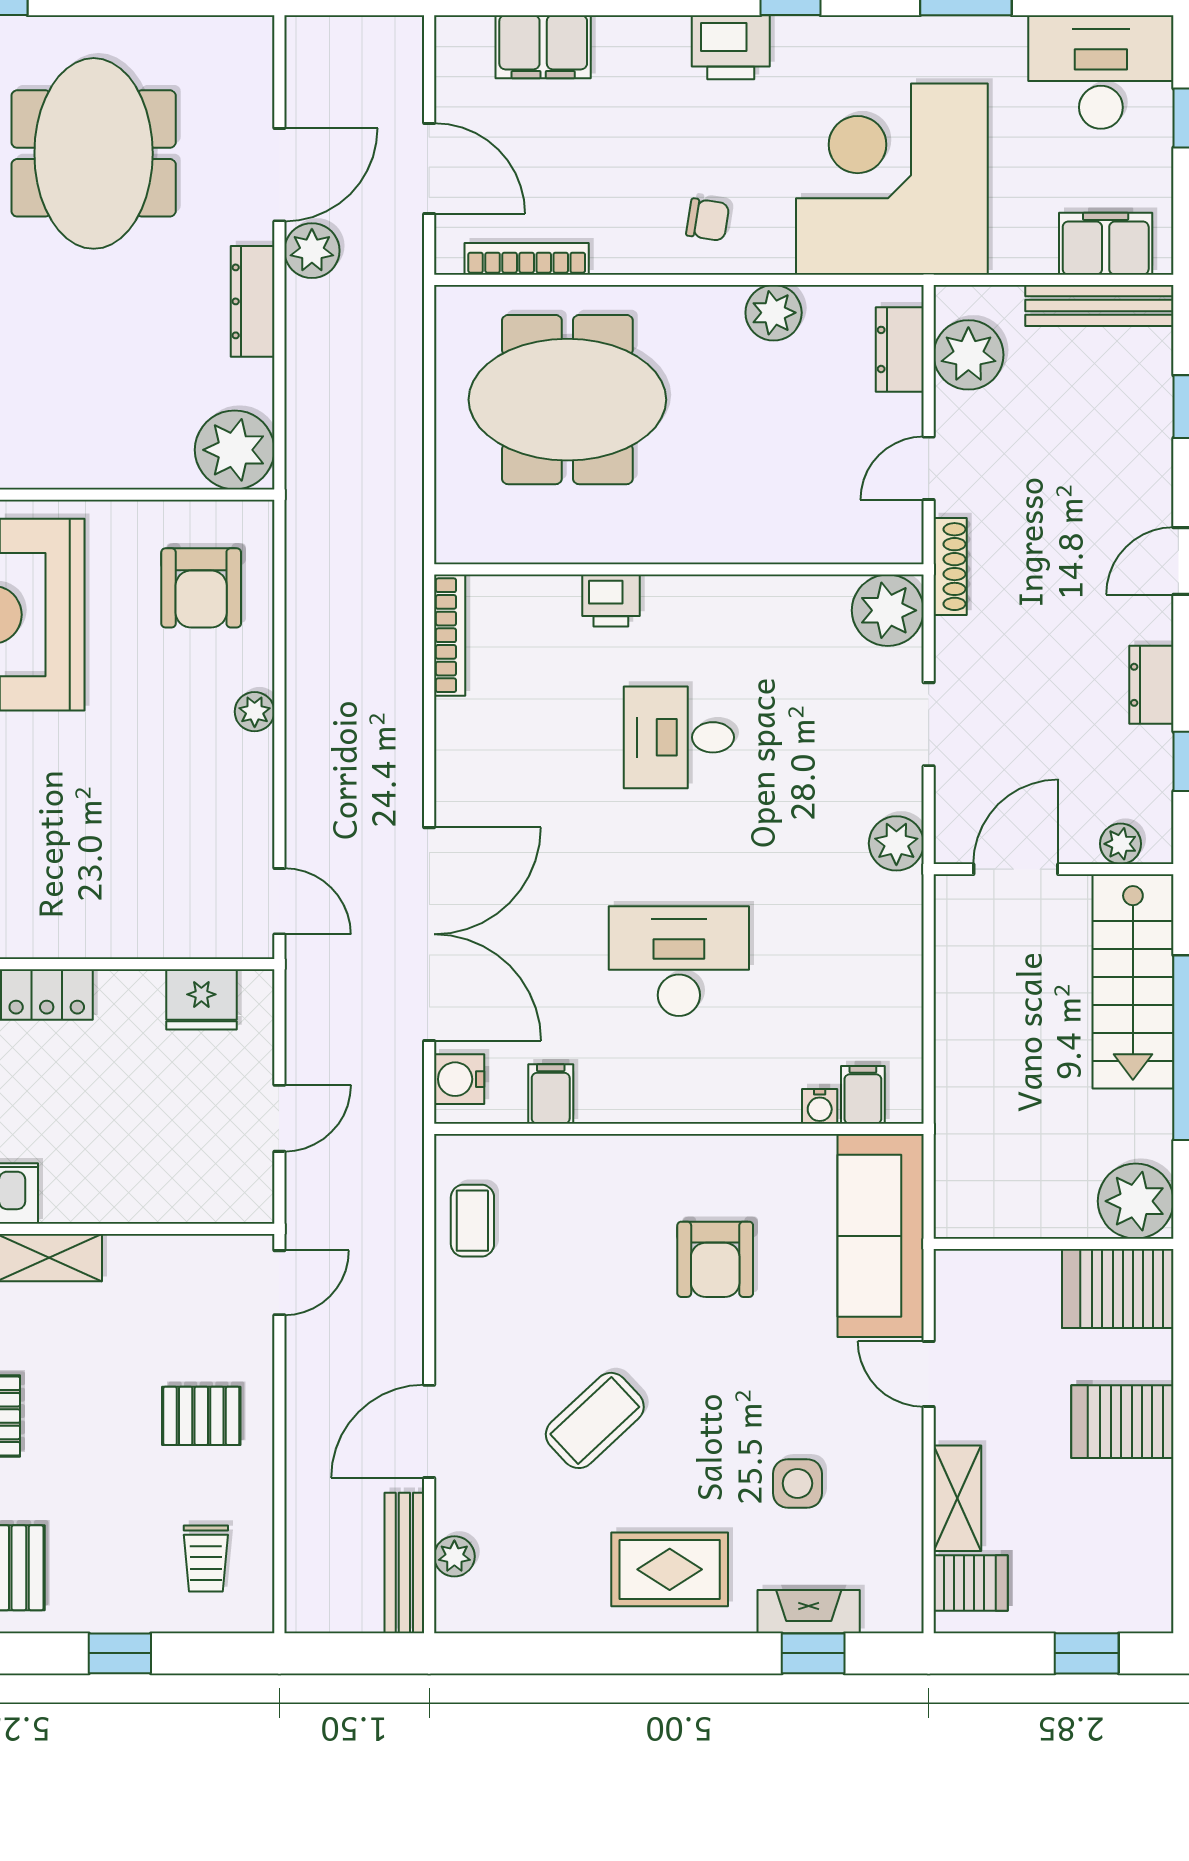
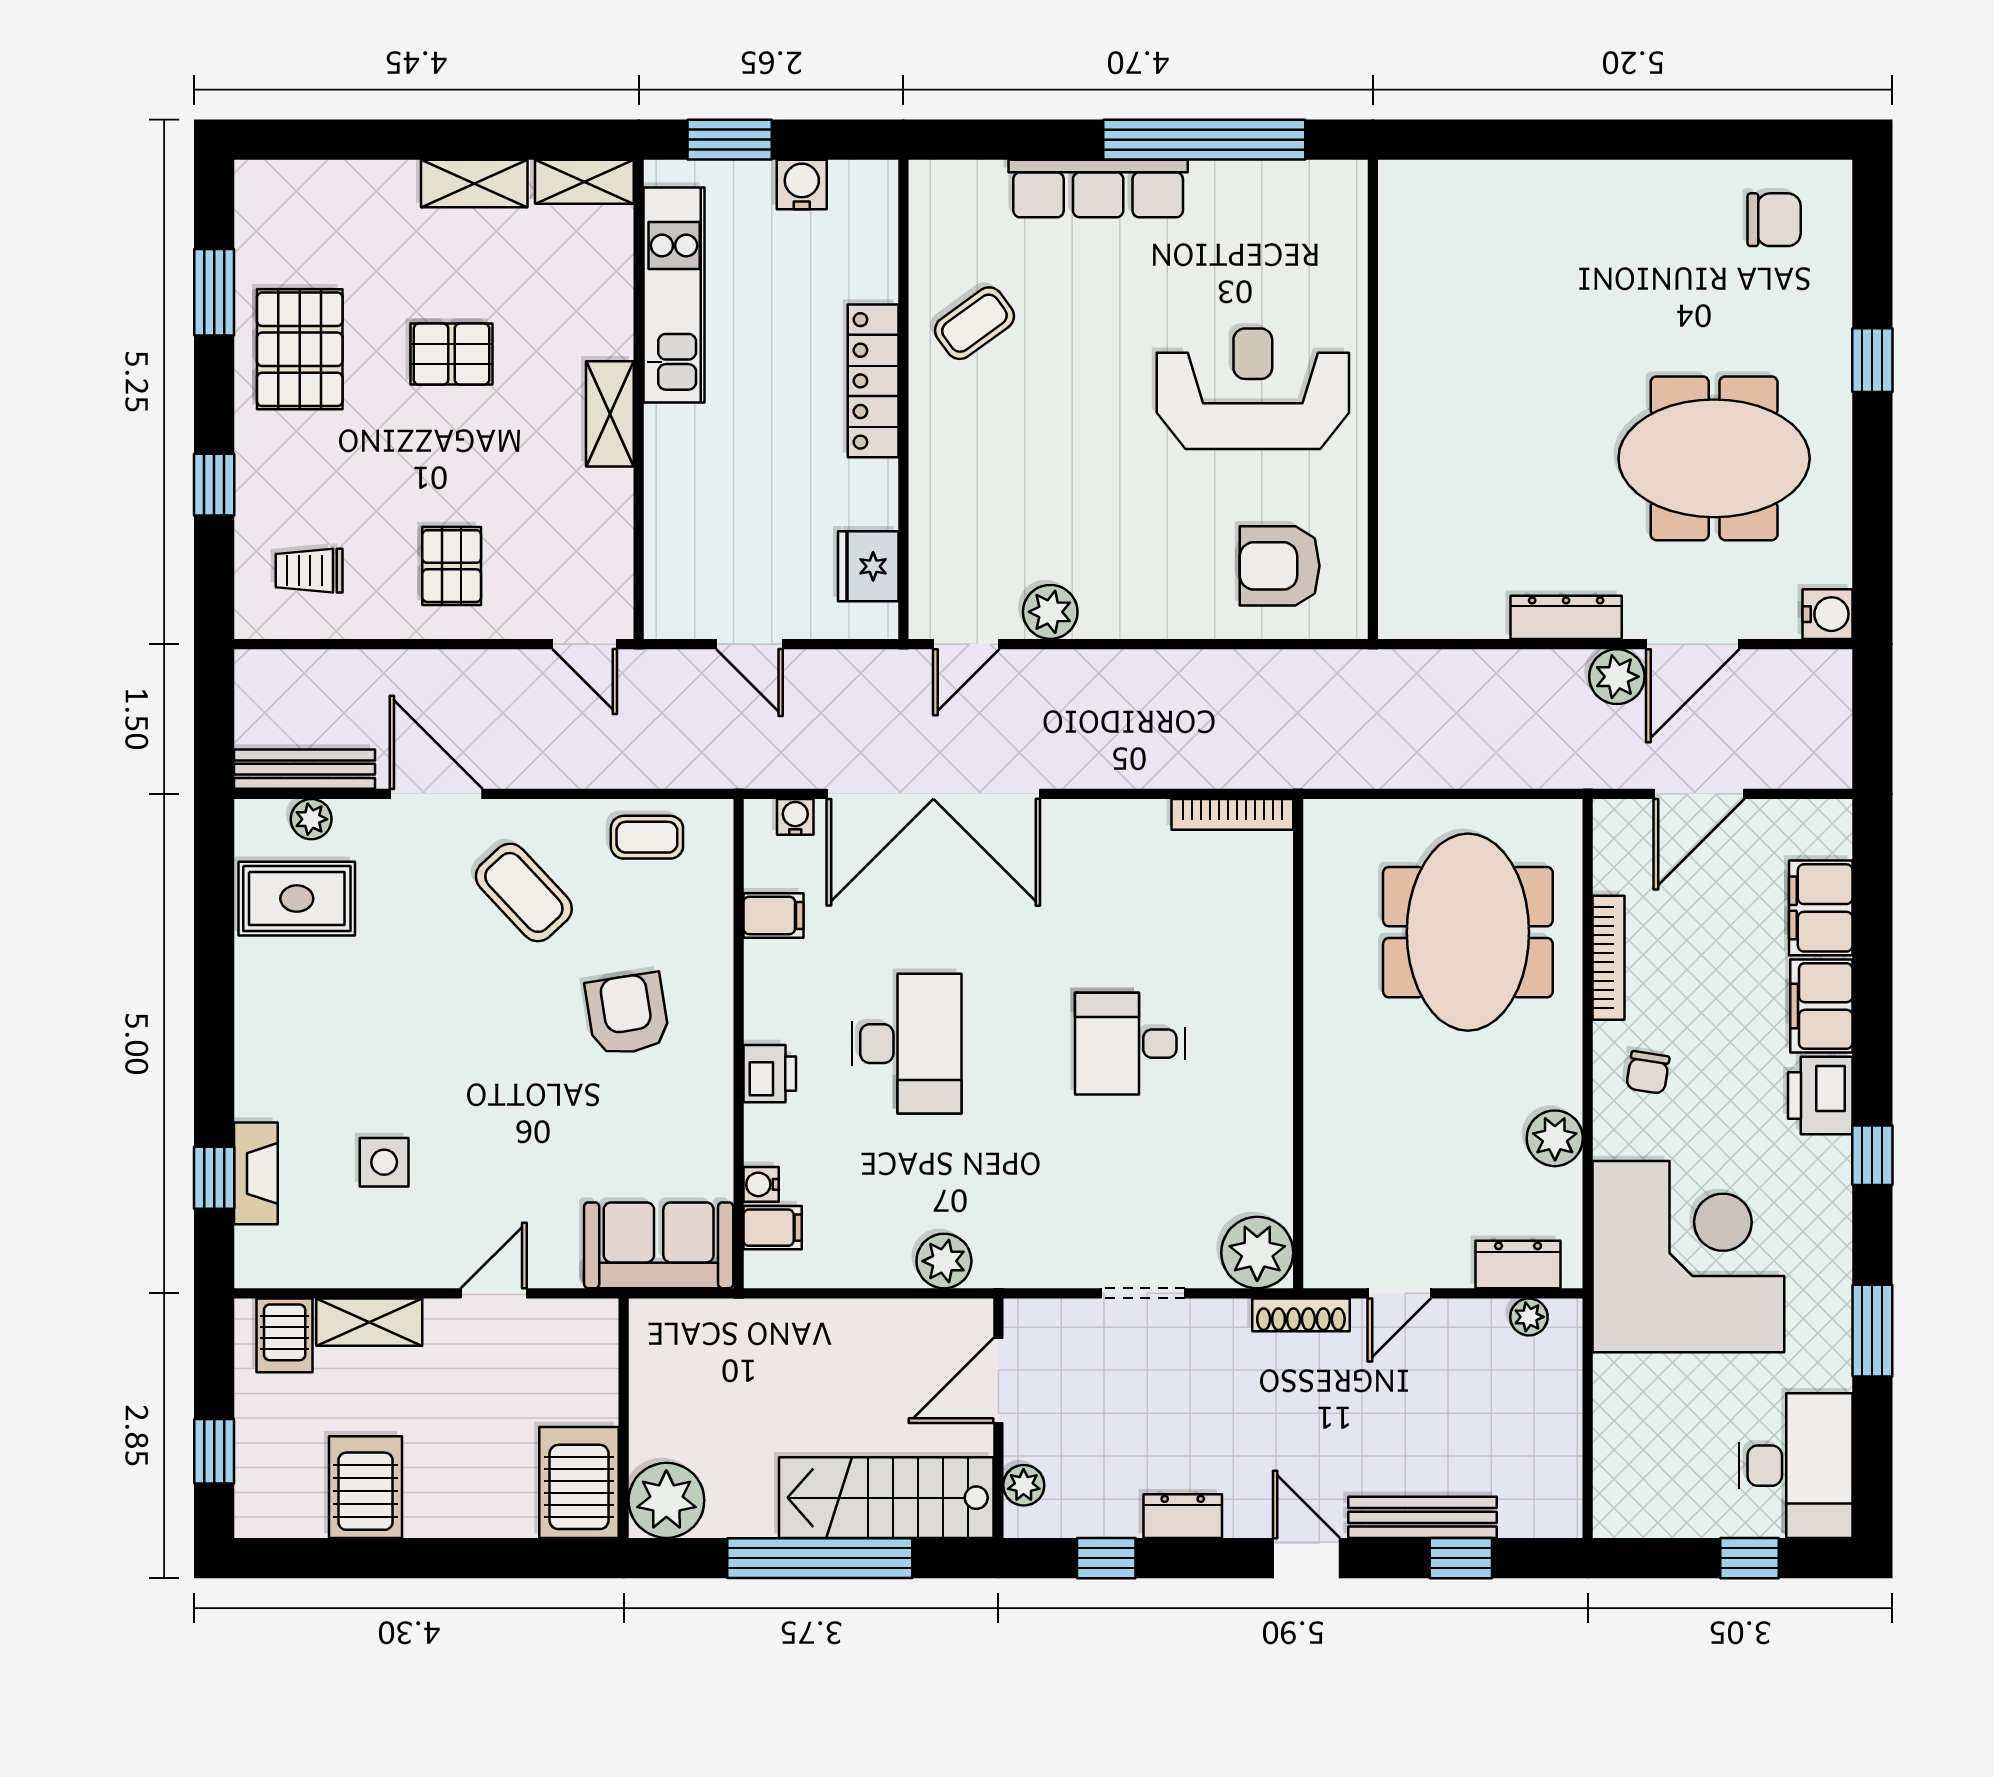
water cooler: (249, 40) -> (1827, 614), added
door: (279, 175) -> (1693, 644), hinge flipped
filing cabinet: (1106, 244) -> (1821, 1006), moved, turned 180
bookcase: (527, 259) -> (1609, 958), moved
bench: (1099, 306) -> (1423, 1517), moved, turned 90
plant: (968, 355) -> (1529, 1317), width x0.53, depth x0.53
plant: (235, 450) -> (1418, 599), removed
door: (929, 468) -> (1399, 1293), swing flipped
printer: (611, 601) -> (770, 1074), moved, turned 180
plant: (255, 712) -> (1050, 612), moved, width x1.38, depth x1.38
desk: (679, 737) -> (1130, 1044), turned -90
plant: (896, 843) -> (944, 1261), moved
door: (1016, 869) -> (998, 1381), swing flipped
water cooler: (459, 1079) -> (795, 817), width x0.72, depth x0.72
sofa: (881, 1236) -> (659, 1245), width x0.73
armchair: (715, 1259) -> (627, 1014), moved, turned 81
coffee table: (595, 1420) -> (524, 892), moved
server rack: (1122, 1422) -> (365, 1487), moved
rug: (670, 1569) -> (297, 899), moved, turned 90

